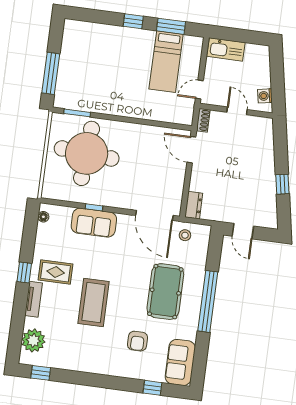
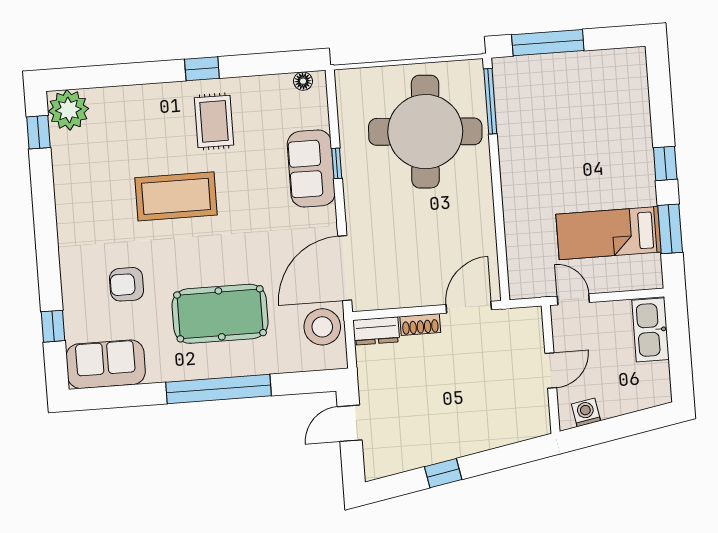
window: (77, 113) -> (490, 101), width x1.44
shoe rack: (203, 120) -> (420, 324), moved
stool: (185, 235) -> (322, 327), width x1.89, depth x1.89
tv unit: (34, 299) -> (160, 94), removed
plant: (33, 340) -> (69, 110), moved

